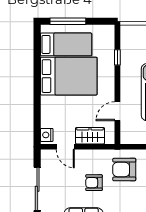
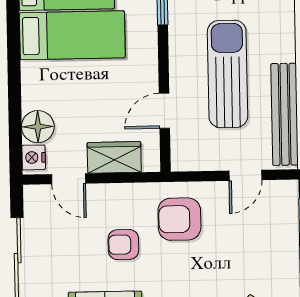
bed: (69, 76) -> (72, 35), width x0.67
floor lamp: (49, 118) -> (38, 127), added

